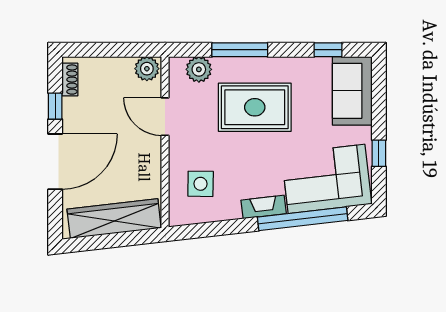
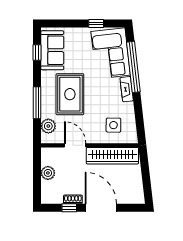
plant: (147, 69) -> (48, 173), moved
shoe rack: (70, 80) -> (73, 199), moved
sofa: (352, 91) -> (52, 50), moved, turned -90
door: (165, 117) -> (75, 145), swing flipped
wardrobe: (114, 219) -> (112, 156), moved, turned -83

